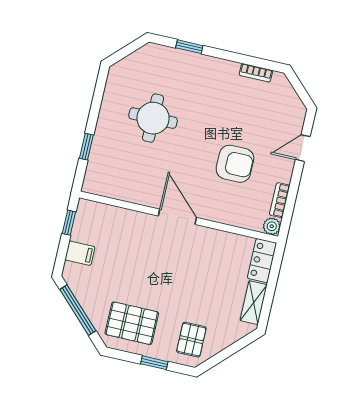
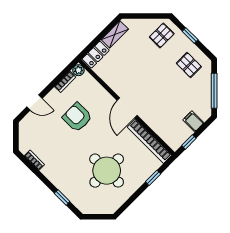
round table: (153, 118) -> (107, 171), width x1.36, depth x1.36
bookcase: (121, 191) -> (149, 141), added
pallet: (132, 323) -> (189, 65), width x0.67, depth x0.71

